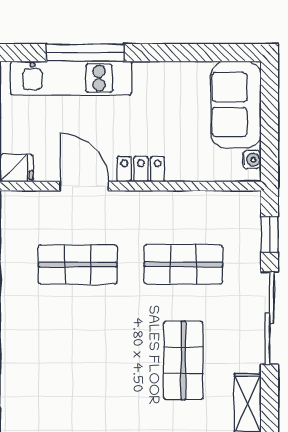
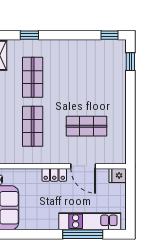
shop shelf: (183, 264) -> (33, 126), turned 90

